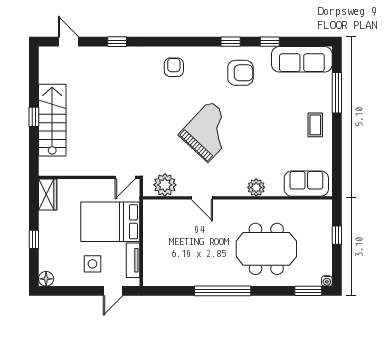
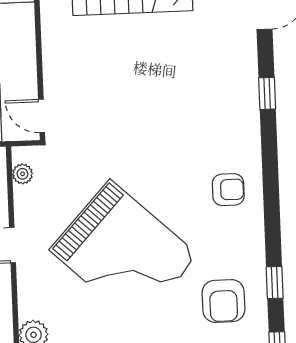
grand piano: (209, 131) -> (124, 253), width x1.37, depth x1.48
plant: (165, 185) -> (23, 174), width x0.53, depth x0.53

